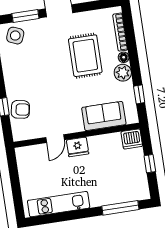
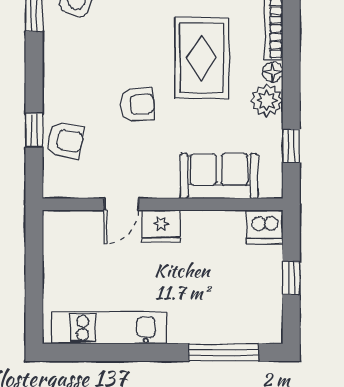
armchair: (55, 85) -> (137, 104), added

